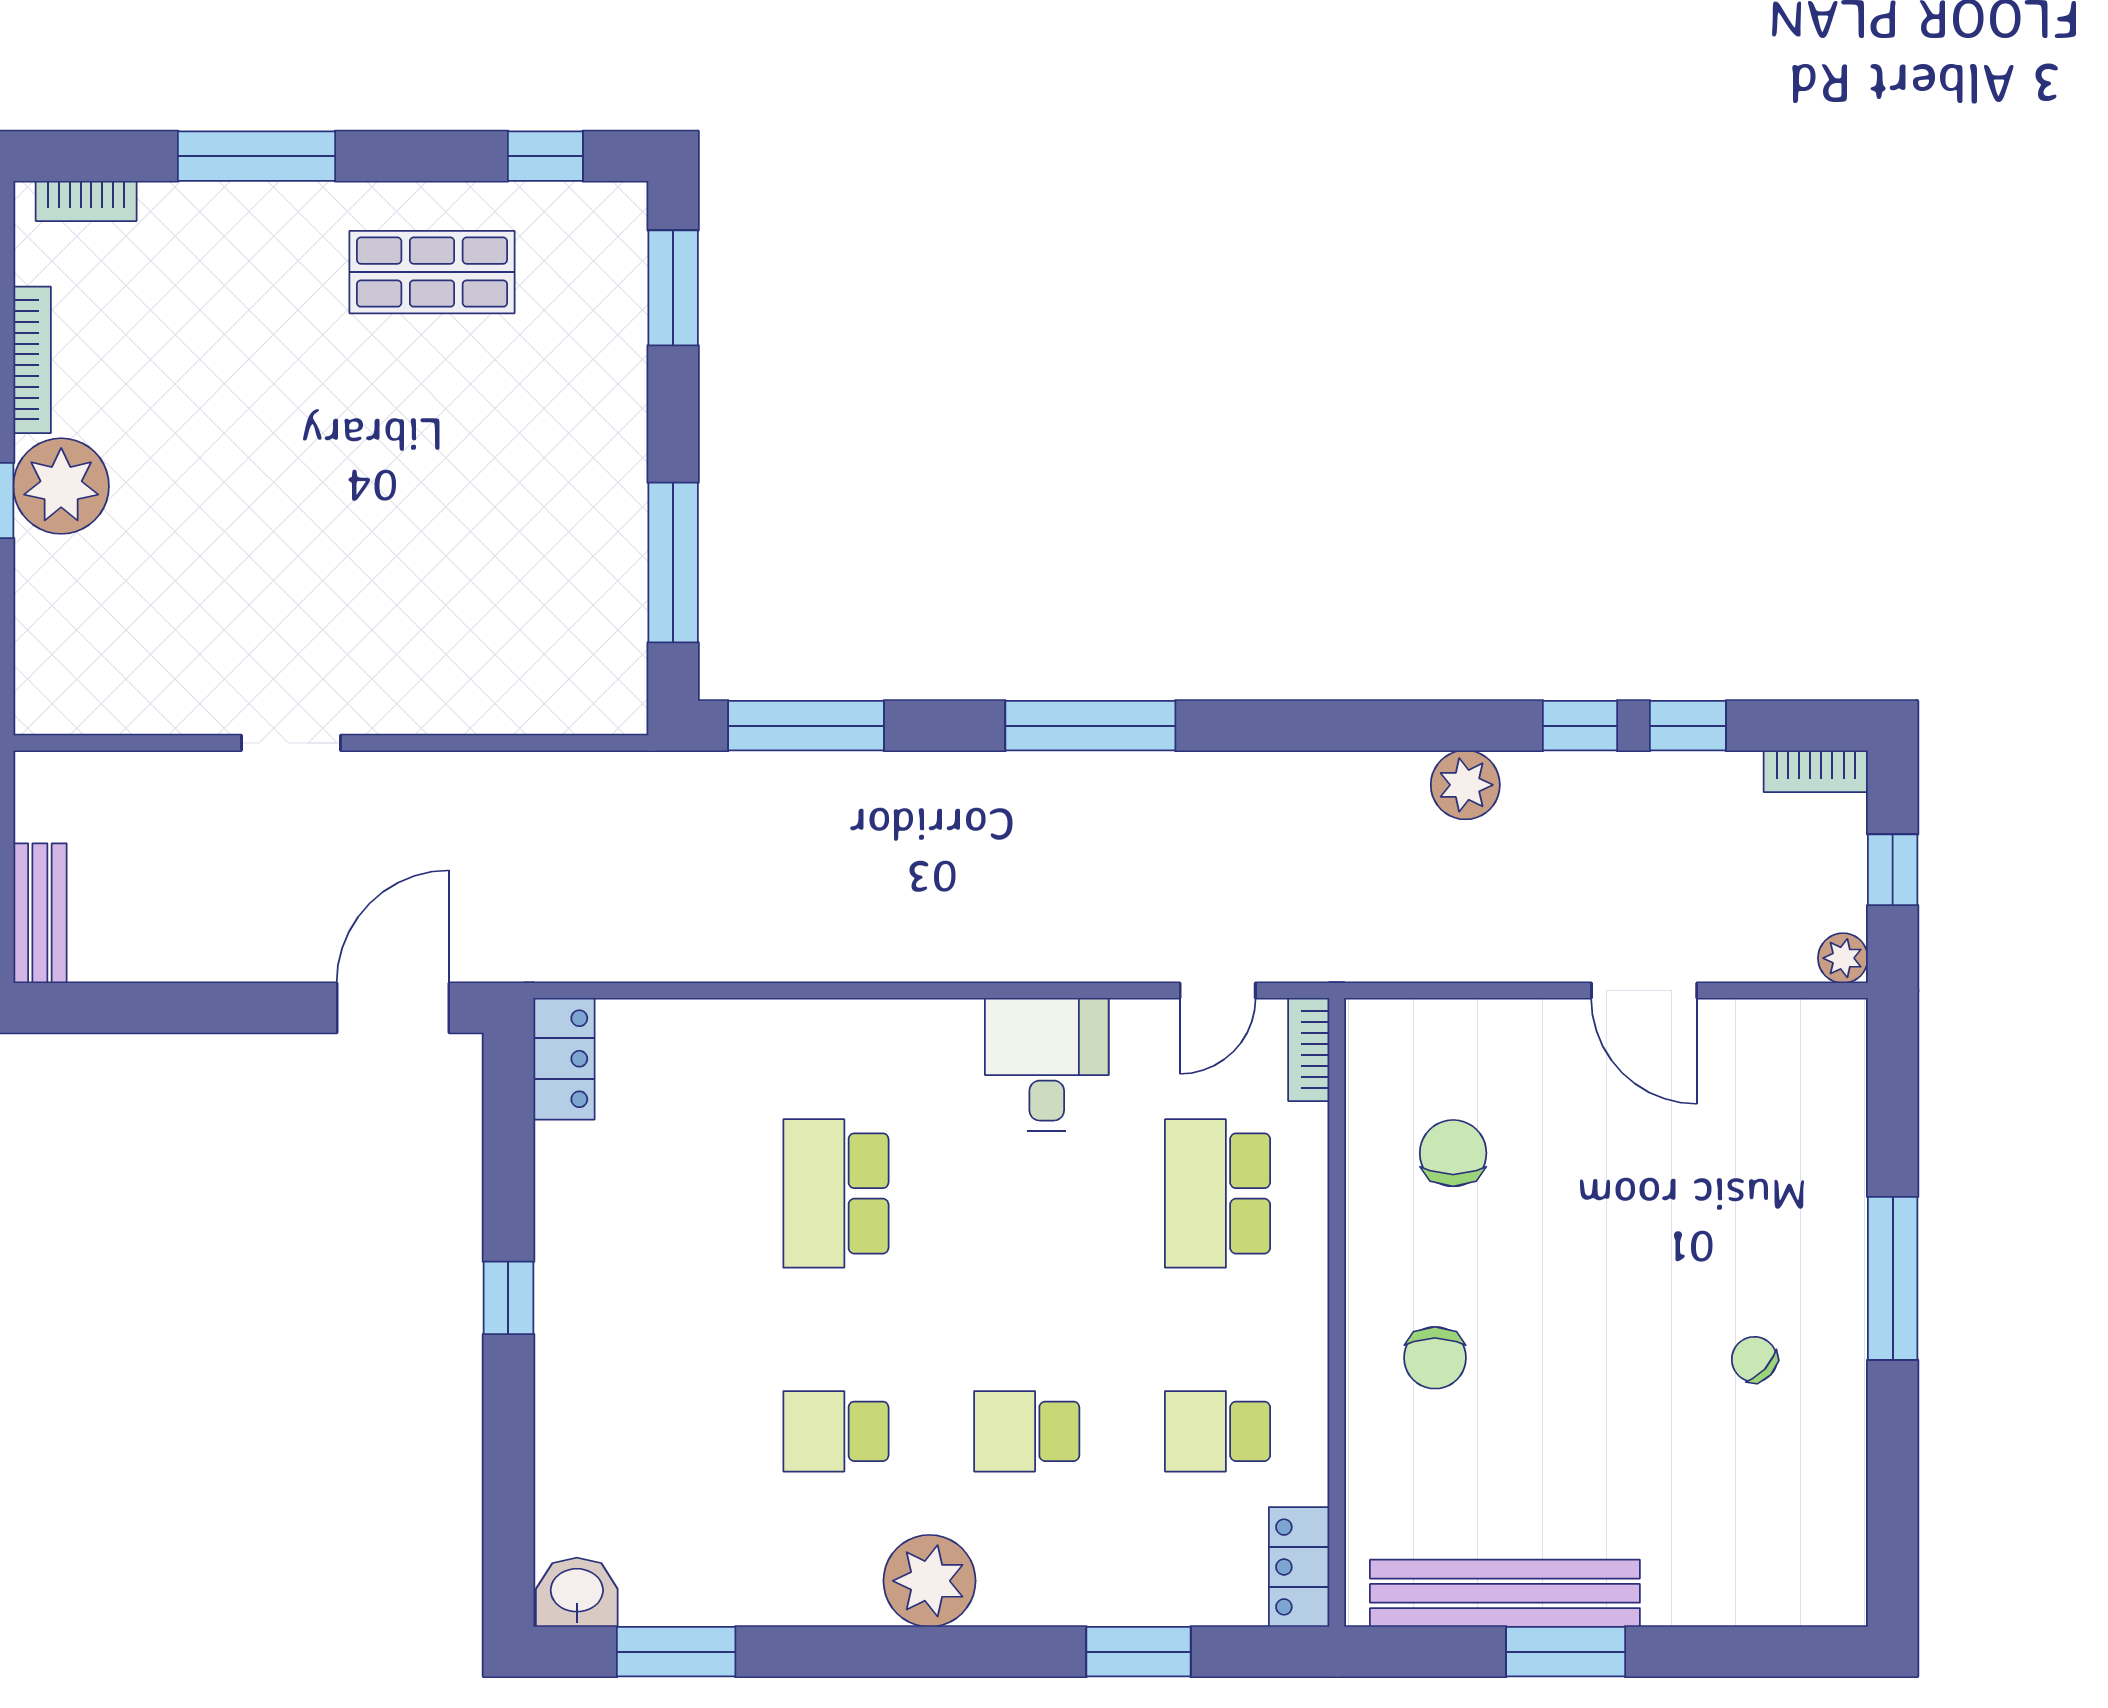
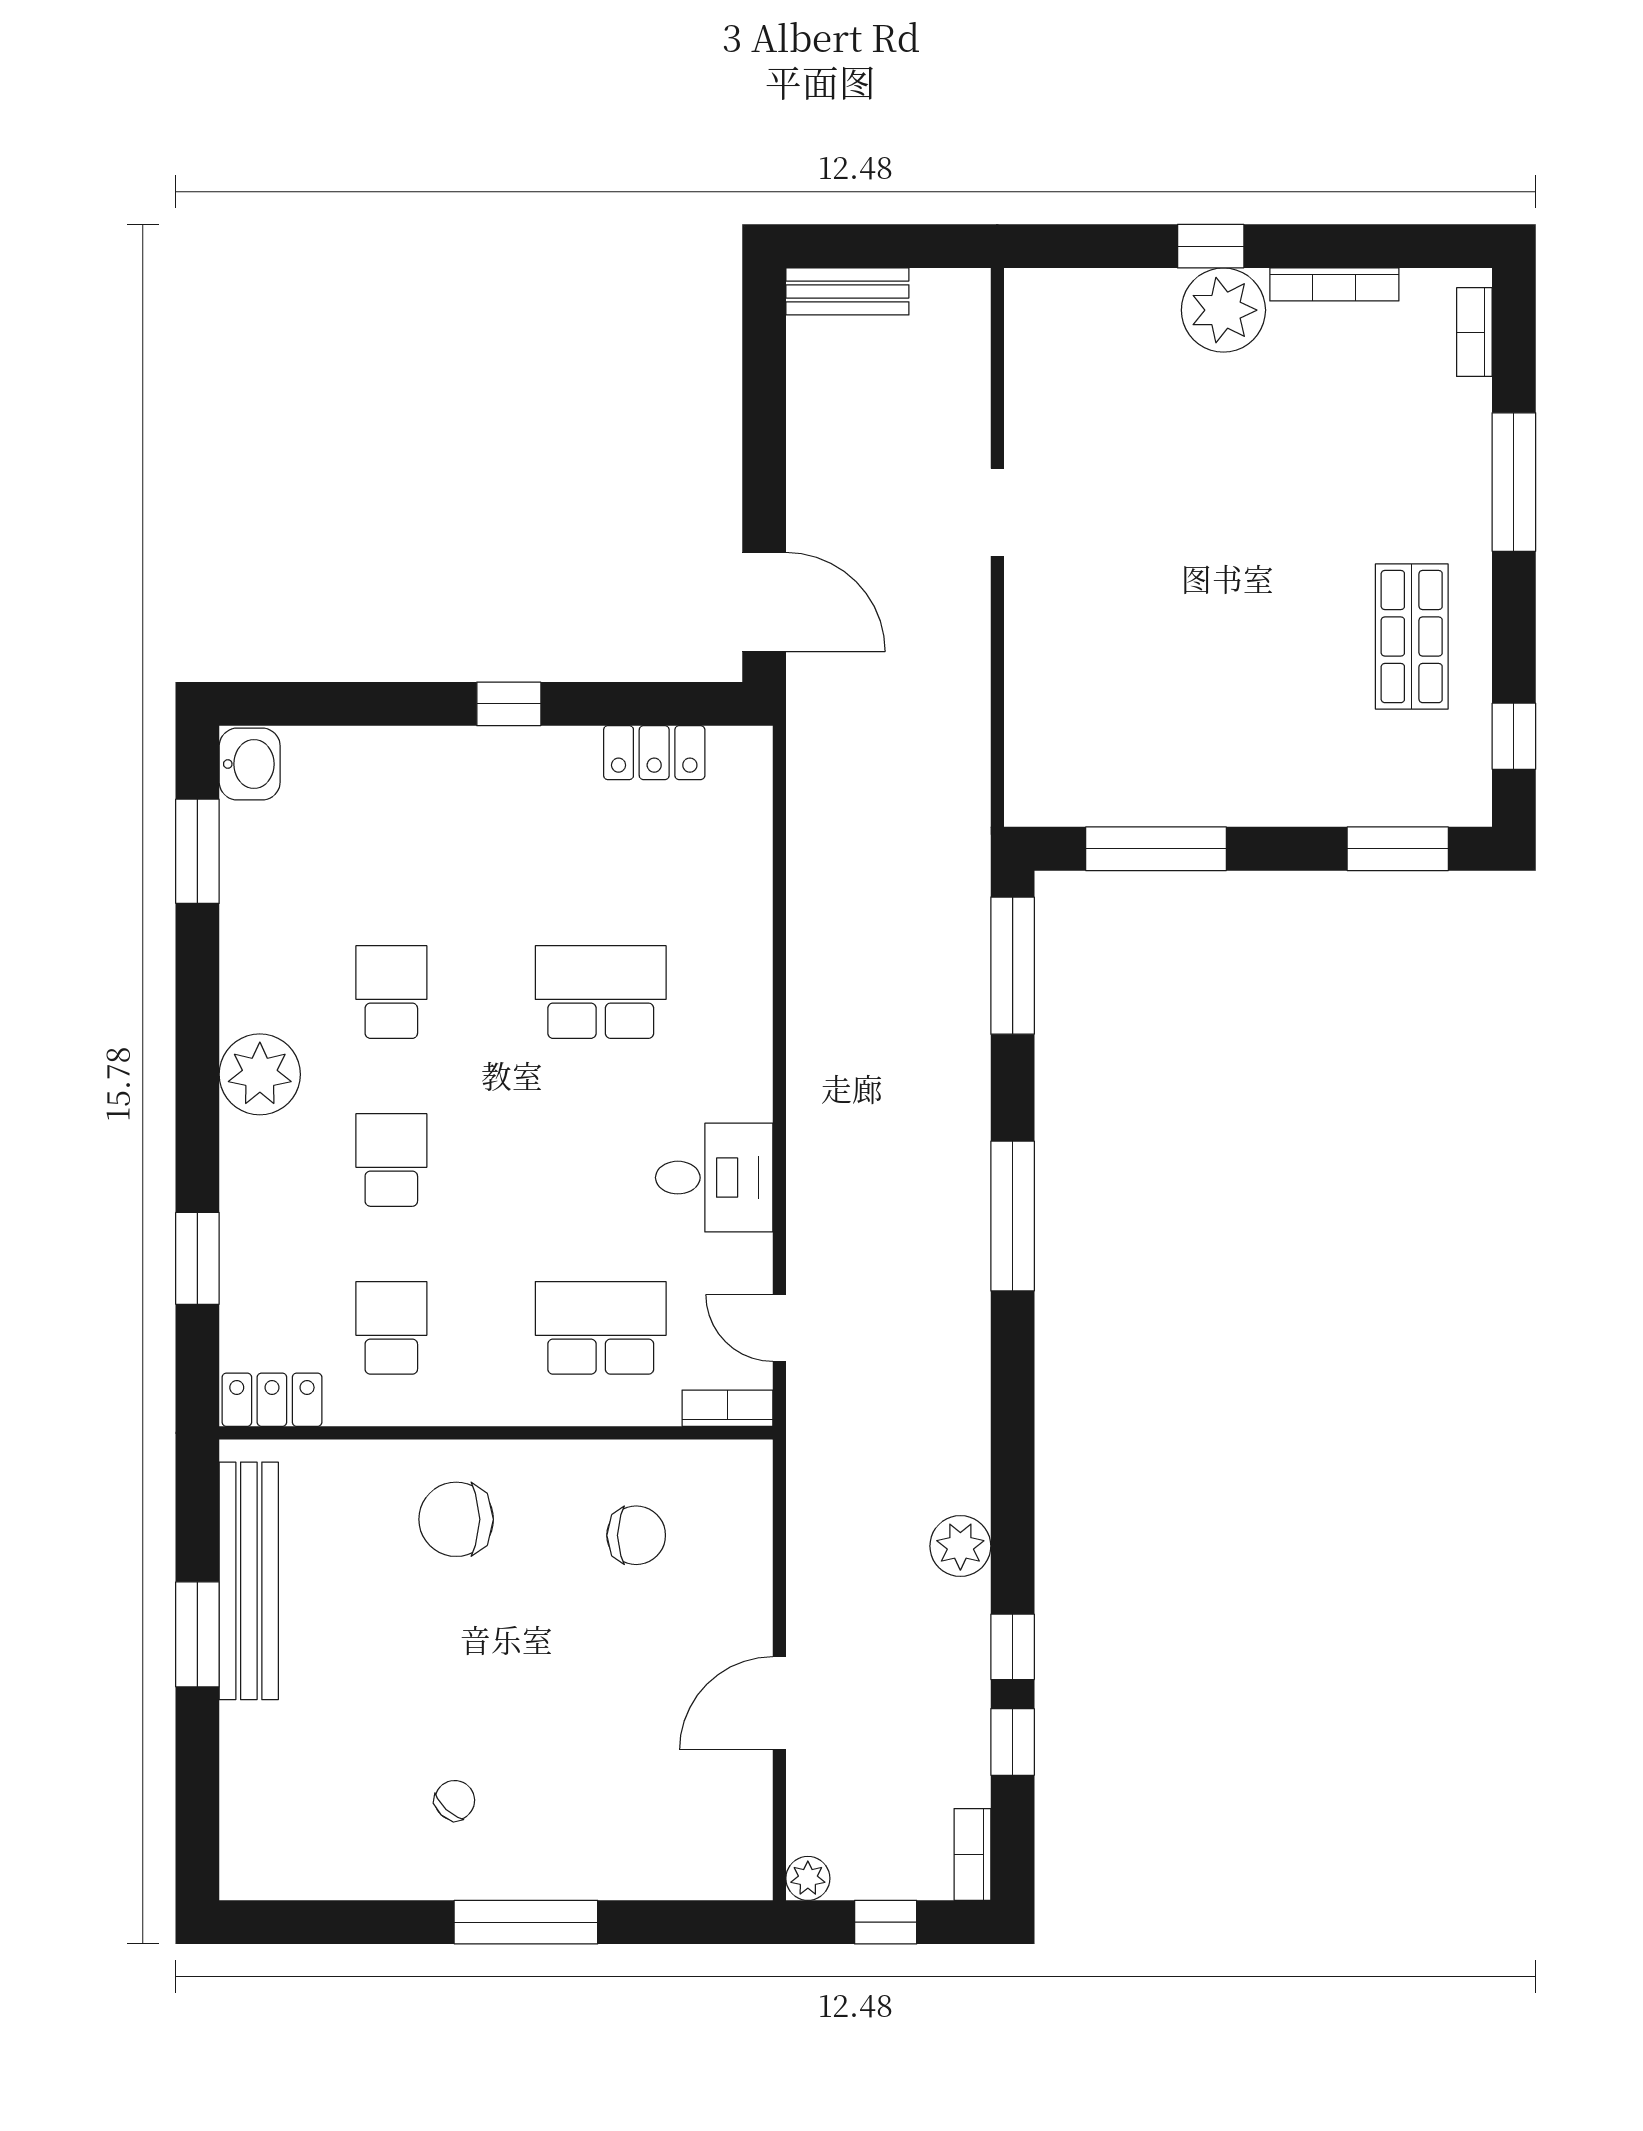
locker: (564, 1059) -> (654, 753), moved
chair: (1435, 1358) -> (456, 1519), width x1.37, depth x1.37

